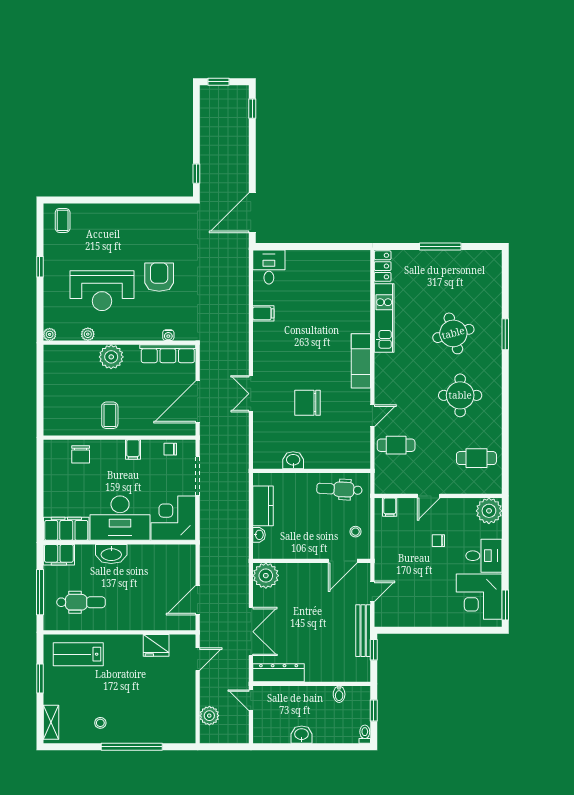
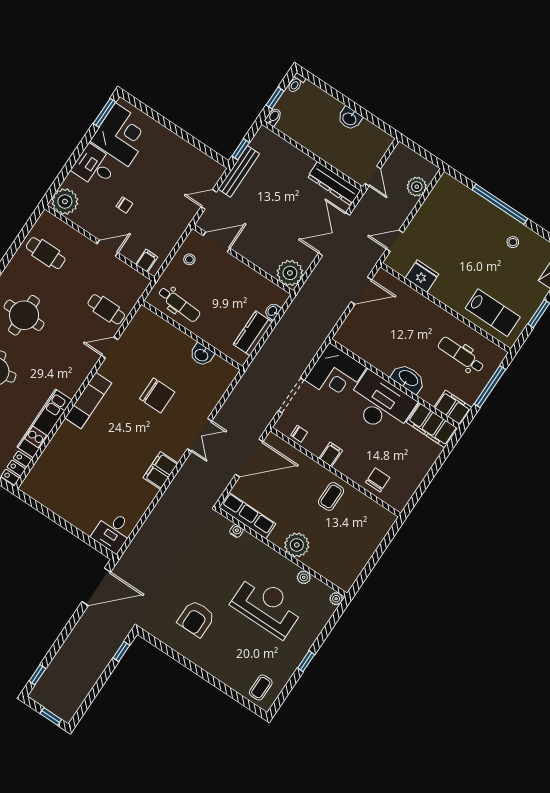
armchair: (159, 277) -> (196, 619), moved
filing cabinet: (263, 313) -> (161, 471), moved, width x2.00
bidet: (339, 694) -> (273, 117), moved

